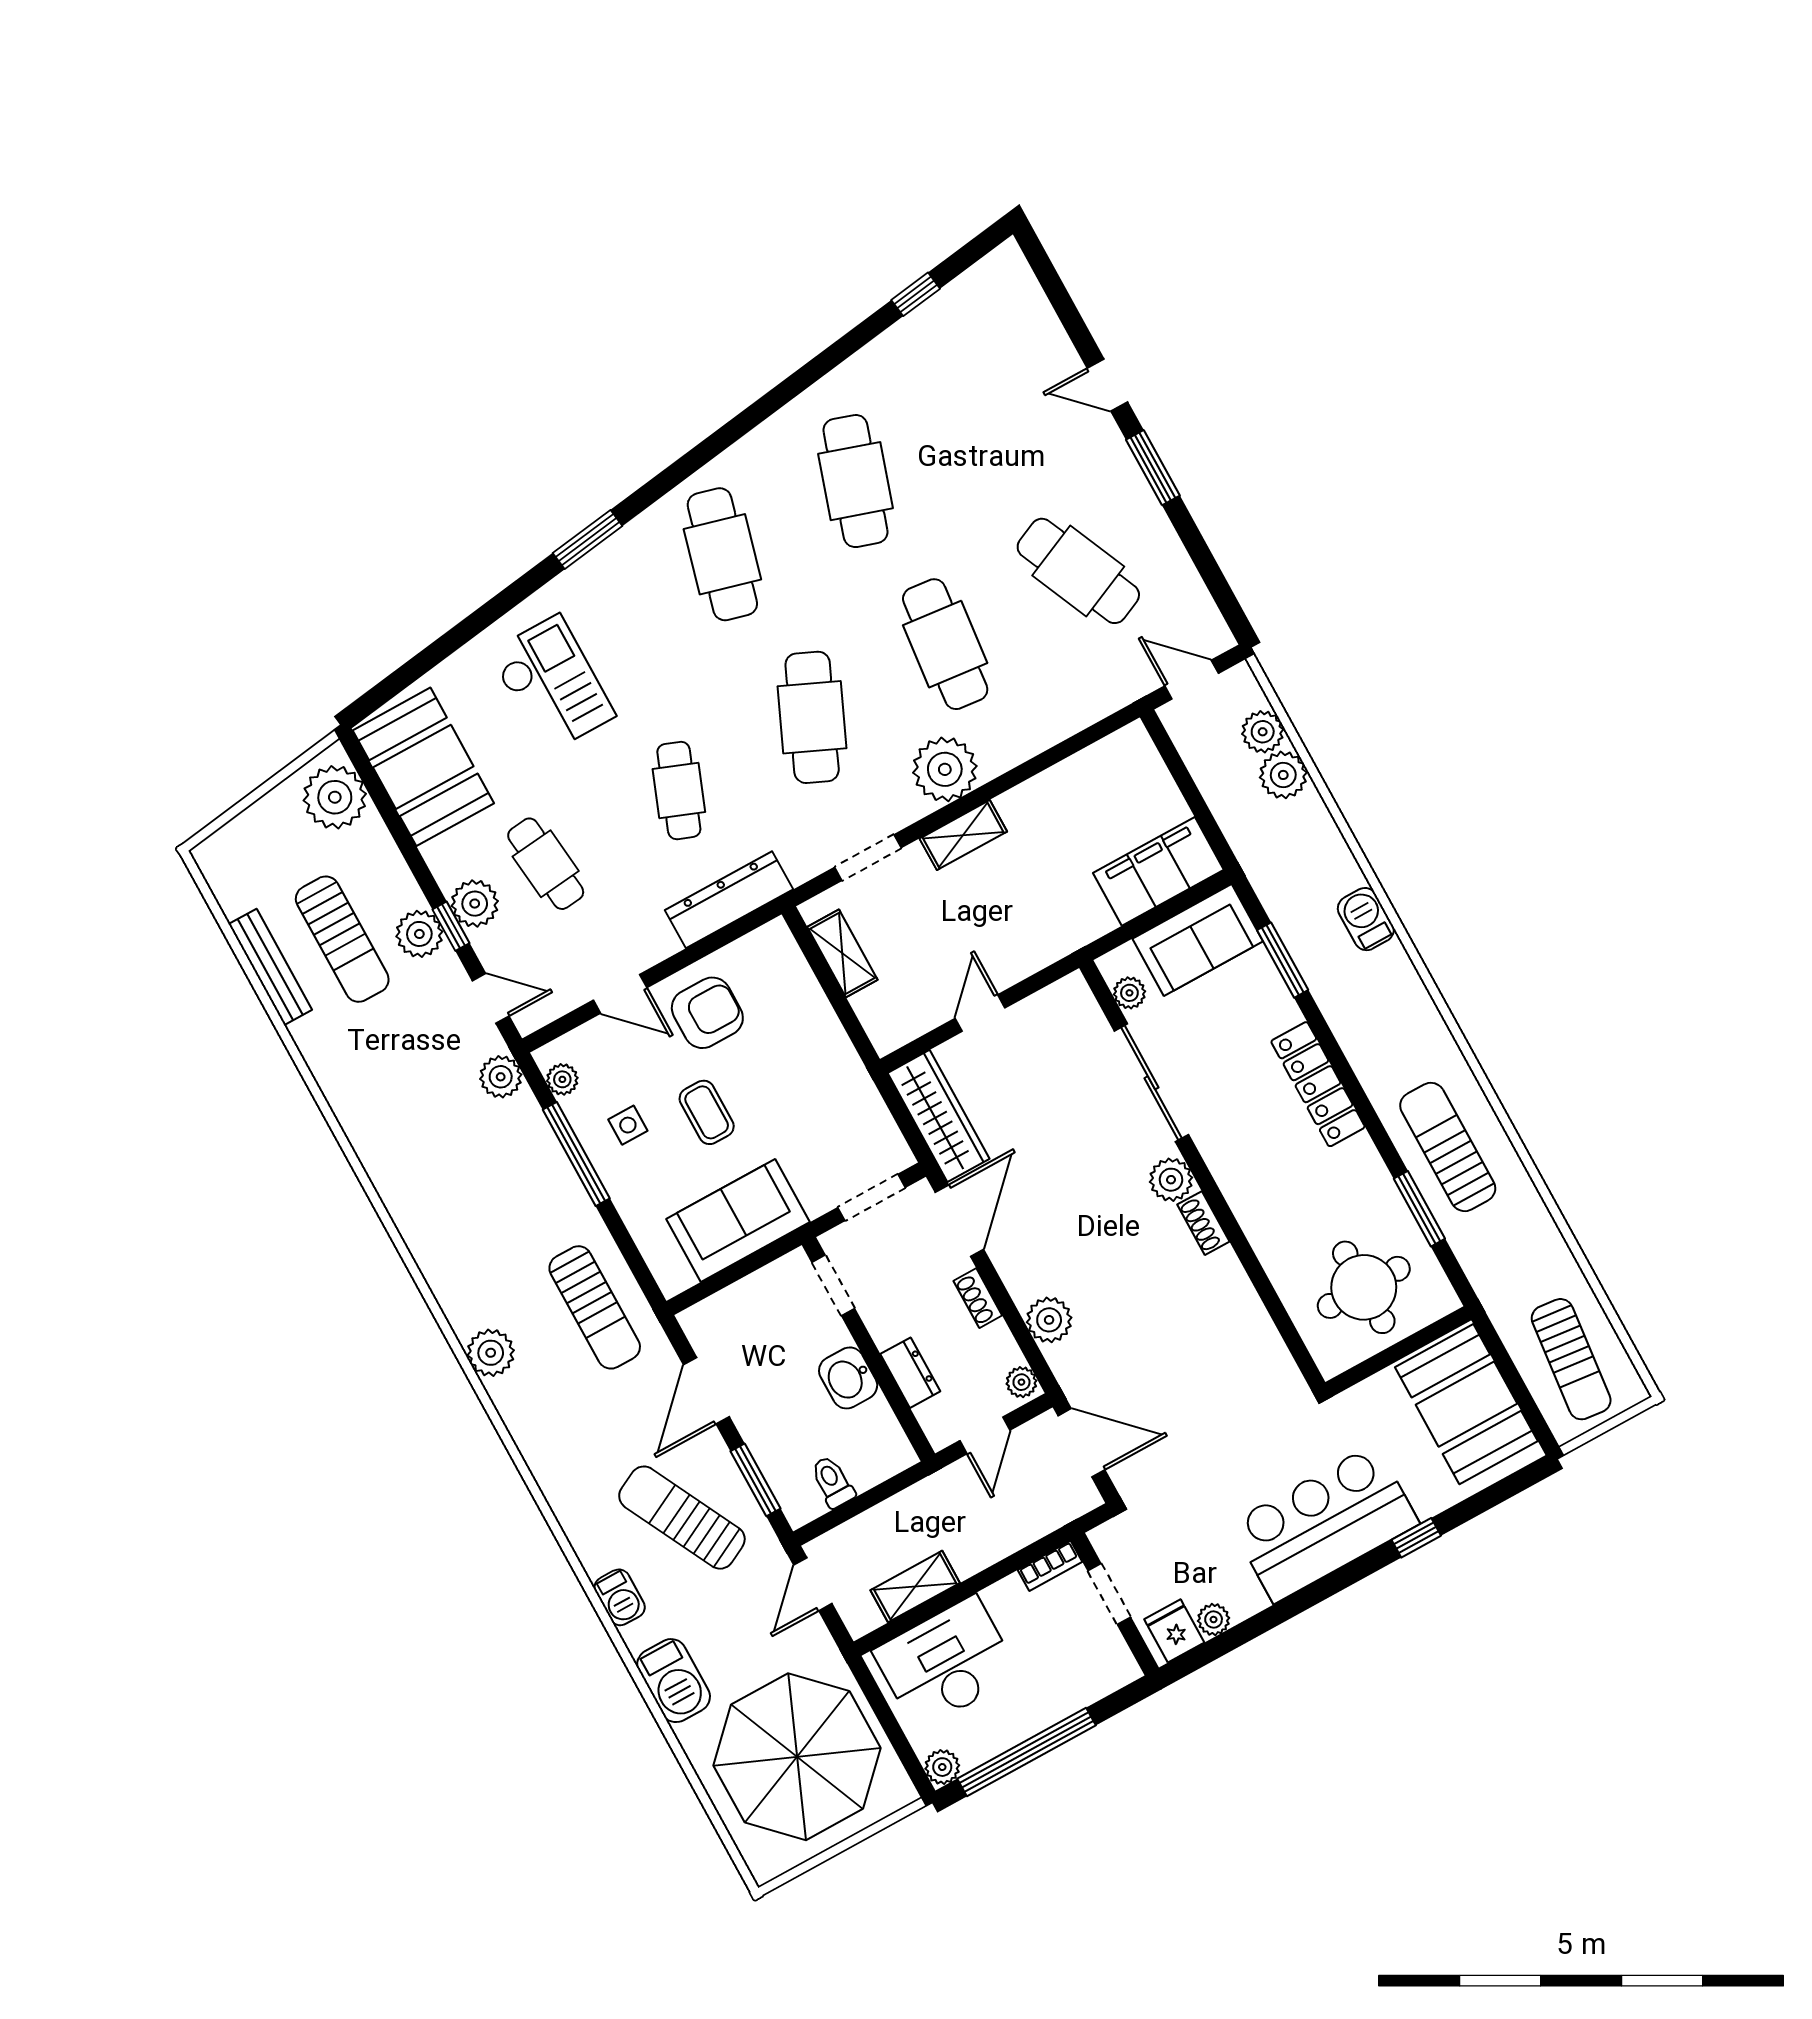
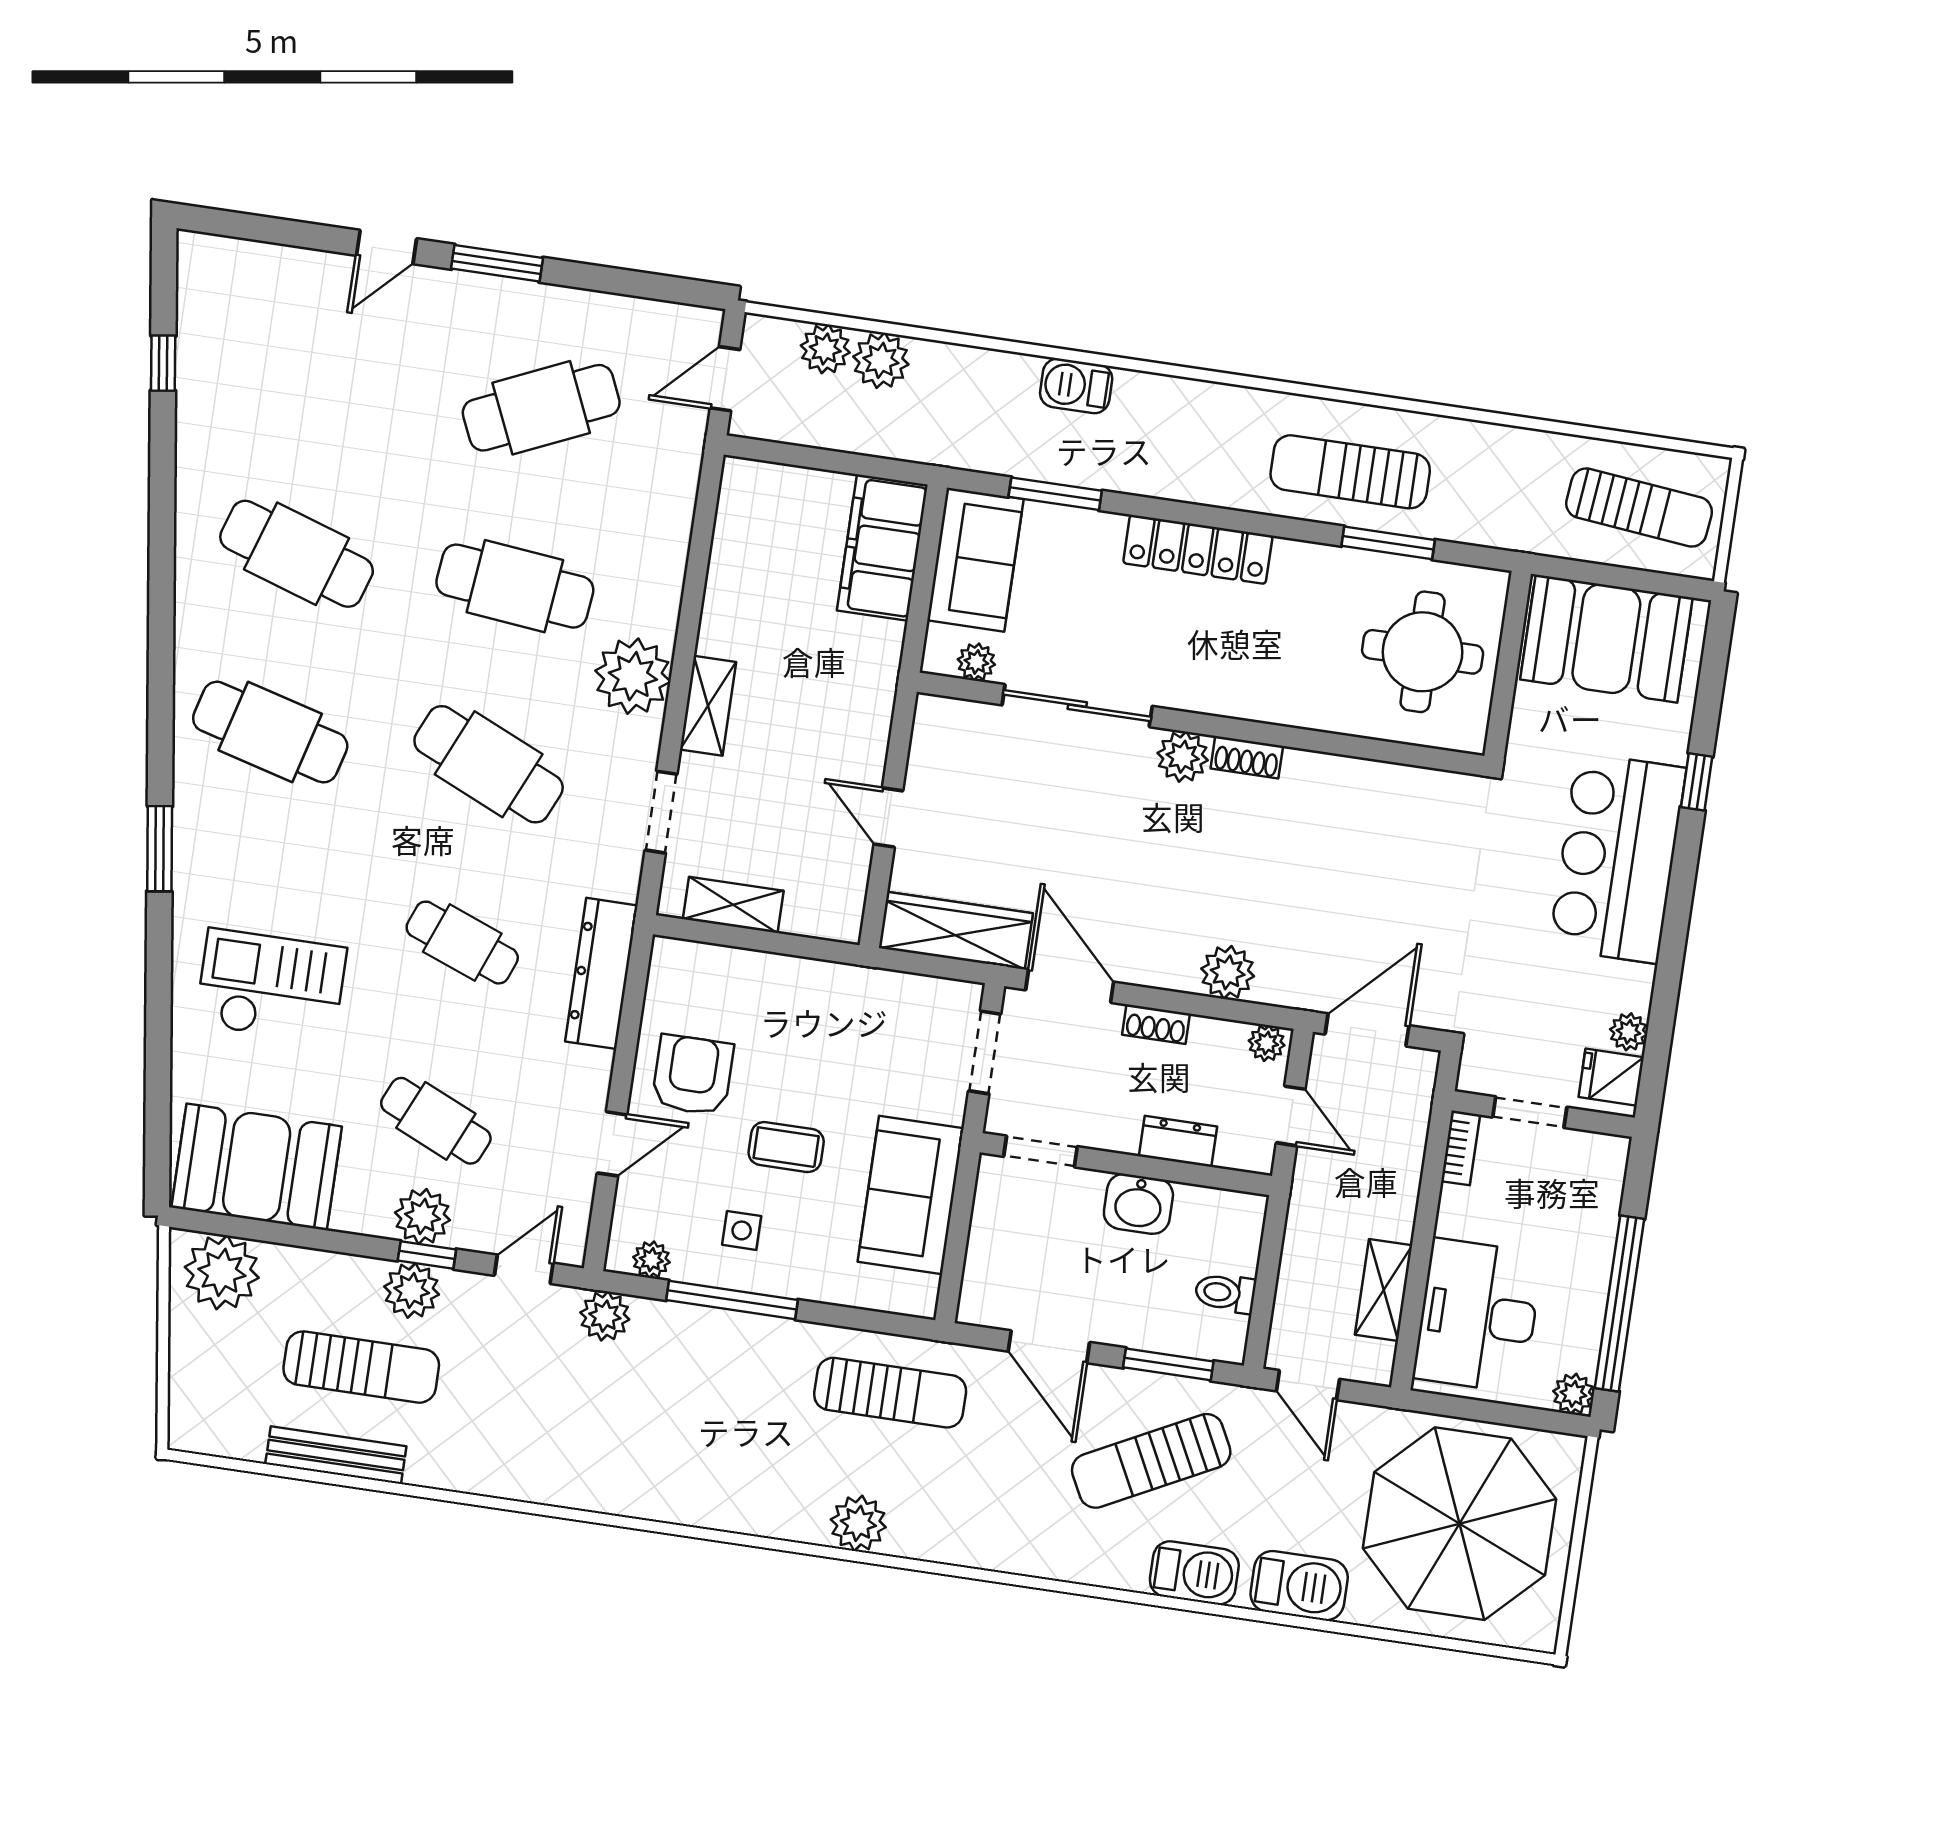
cafe table: (546, 864) -> (436, 1121), turned 30
barbecue: (620, 1597) -> (1194, 1573), width x1.38, depth x1.27

